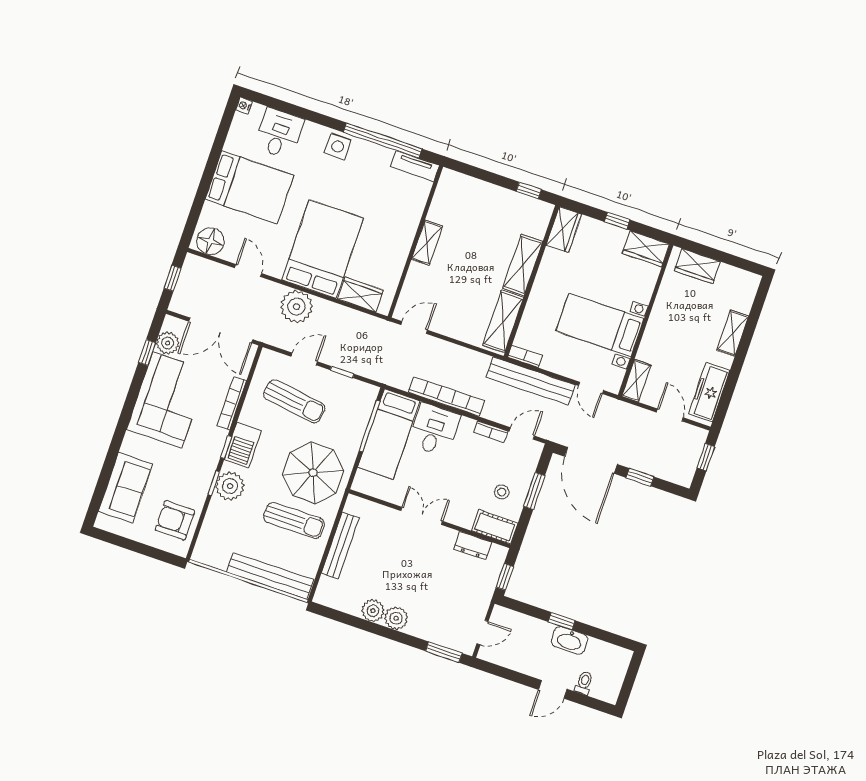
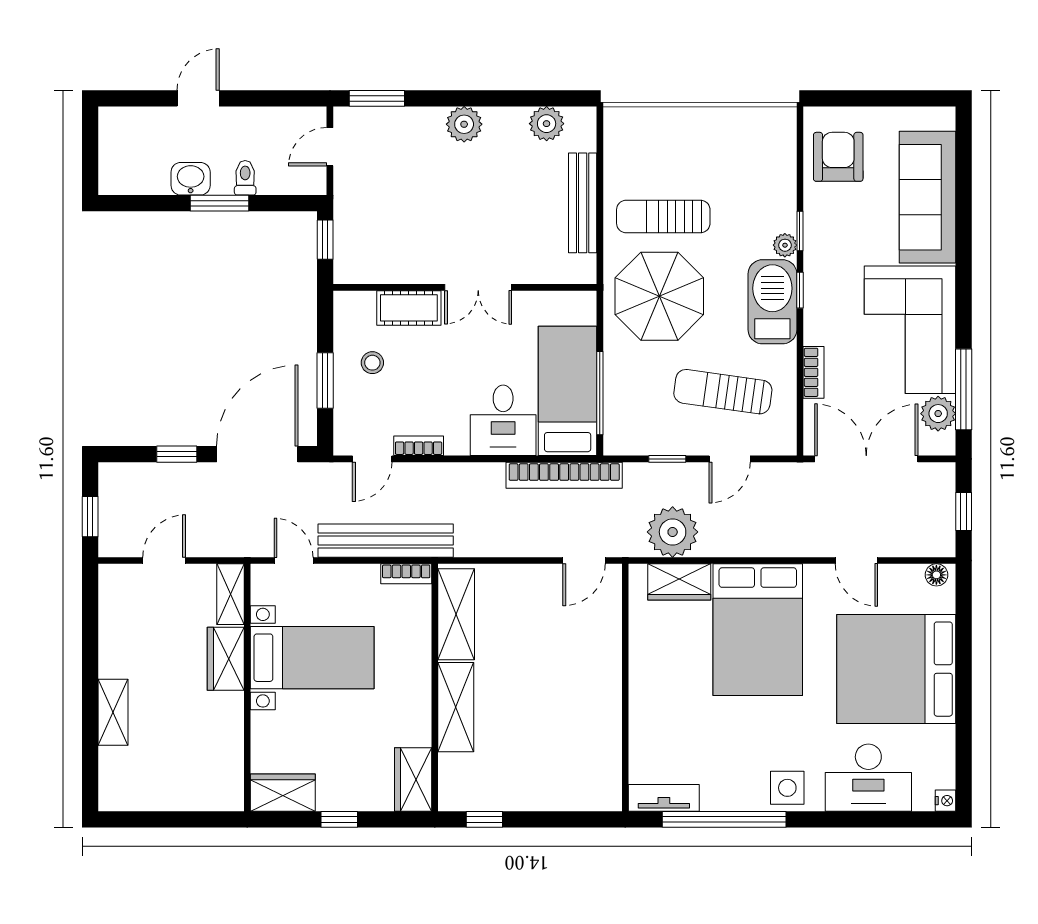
desk: (279, 133) -> (868, 778), width x1.37
bed: (249, 187) -> (896, 669), width x1.36
floor lamp: (210, 241) -> (936, 575), width x0.53, depth x0.53
shelving: (427, 243) -> (608, 692), removed
wardrobe: (697, 266) -> (226, 659), moved, turned -90
plant: (296, 307) -> (673, 532), moved
window: (147, 353) -> (964, 389), width x2.17
freezer: (709, 392) -> (118, 614), removed
bookcase: (446, 396) -> (564, 475), moved
bookcase: (232, 403) -> (814, 372), width x0.64
door: (670, 415) -> (164, 561), swing flipped
barbecue: (243, 445) -> (772, 302), width x1.37, depth x1.21
door: (591, 460) -> (257, 454), hinge flipped
plant: (230, 486) -> (785, 245), width x0.53, depth x0.53
sofa: (125, 488) -> (928, 197), width x1.36
armchair: (175, 520) -> (838, 157), turned -90
cot: (495, 527) -> (409, 308), moved
dresser: (473, 546) -> (388, 269), removed
bench: (270, 576) -> (671, 123), removed
plant: (373, 611) -> (547, 124), moved
window: (562, 621) -> (219, 203), width x1.50
washbasin: (570, 640) -> (191, 179), width x0.72
toilet: (584, 683) -> (245, 178), moved, turned 180

